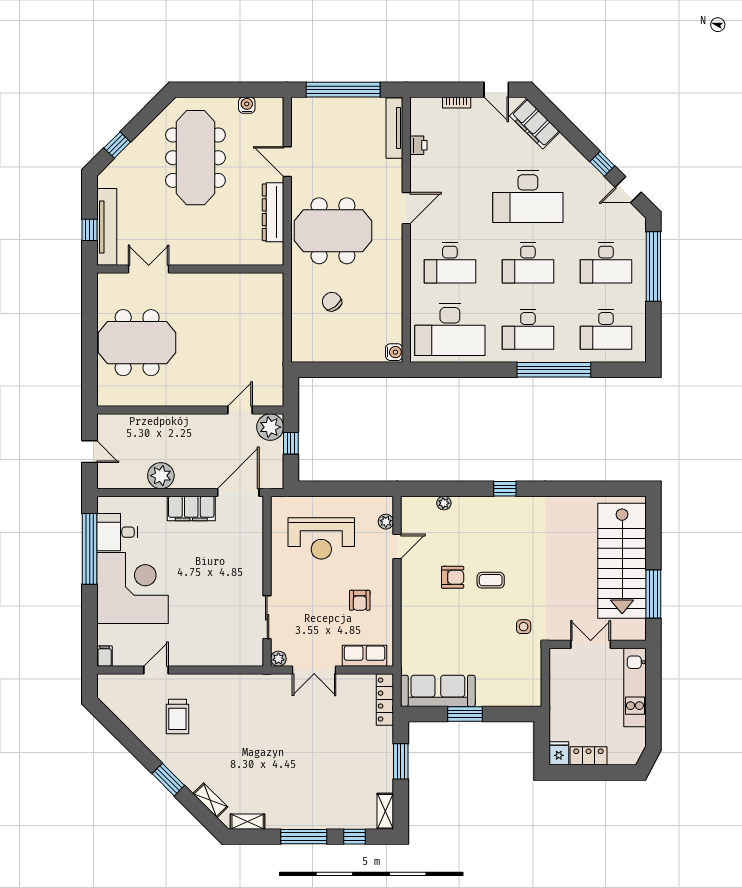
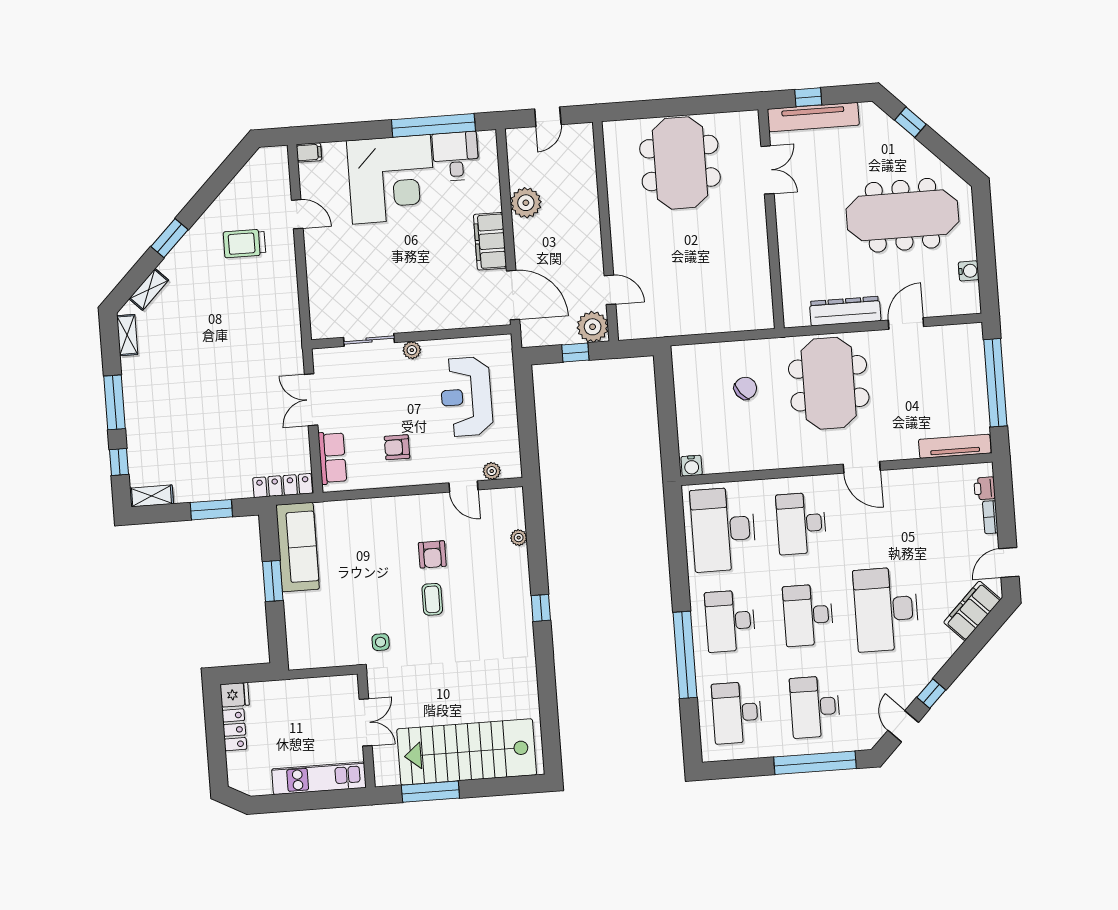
printer: (418, 145) -> (985, 488), moved, turned 90
plant: (278, 659) -> (412, 350), moved

